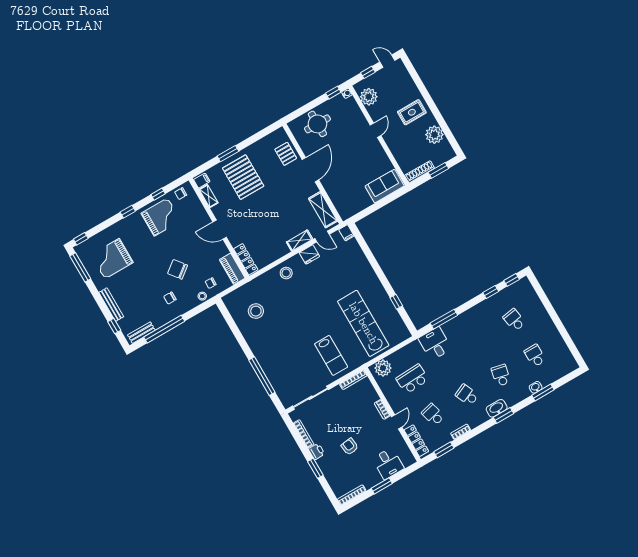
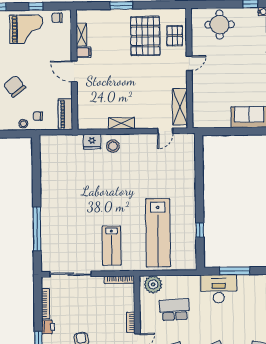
door: (310, 170) -> (189, 63), width x0.53
pallet: (243, 177) -> (145, 36), moved
filing cabinet: (202, 181) -> (84, 52), moved
filing cabinet: (346, 233) -> (190, 140), removed
door: (322, 236) -> (165, 131), hinge flipped
shelving: (299, 241) -> (121, 123), moved
fridge: (309, 254) -> (92, 142), moved
locker: (246, 259) -> (83, 112), removed
stool: (256, 311) -> (65, 165), removed
lab bench: (363, 323) -> (158, 233), turned 180
desk: (435, 344) -> (219, 289), width x1.37

